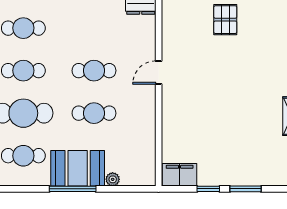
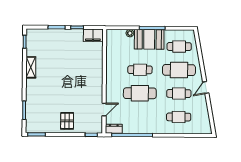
cafe table: (94, 71) -> (140, 93), width x1.37, depth x1.35
door: (159, 72) -> (104, 109), moved

